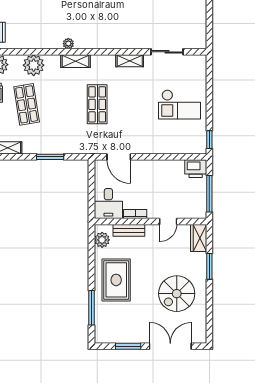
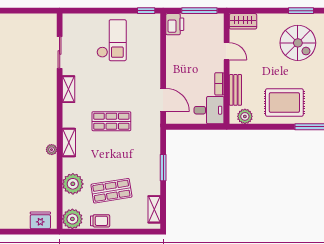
door: (119, 157) -> (163, 100), hinge flipped
window: (209, 266) -> (301, 11), moved

